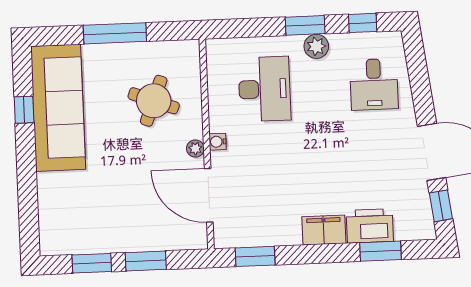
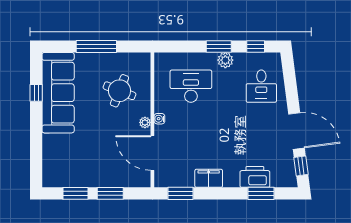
desk: (264, 89) -> (191, 86), turned -90
filing cabinet: (324, 230) -> (209, 178), moved

